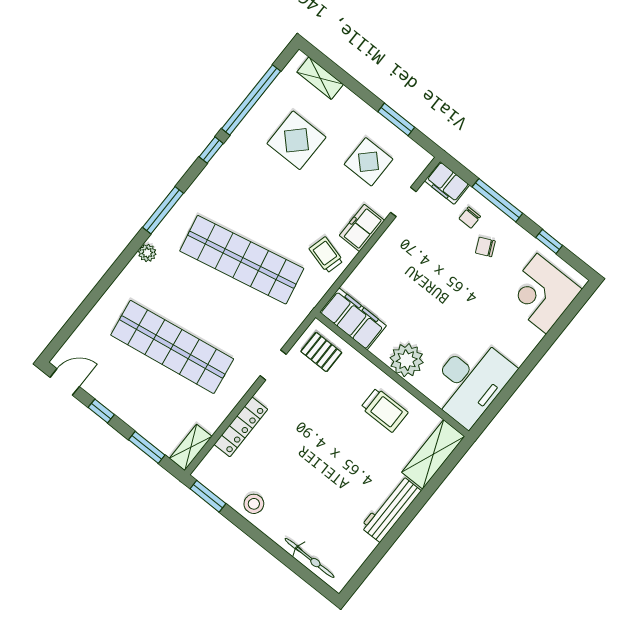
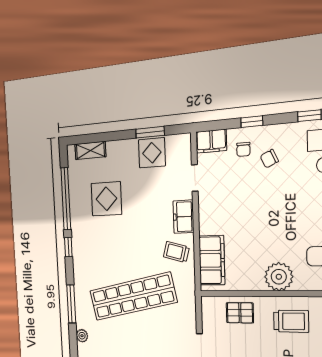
display table: (369, 162) -> (152, 153), moved
window: (497, 200) -> (252, 122), width x0.46
filing cabinet: (353, 319) -> (212, 260), moved, turned 90
pallet: (321, 352) -> (240, 313), moved

